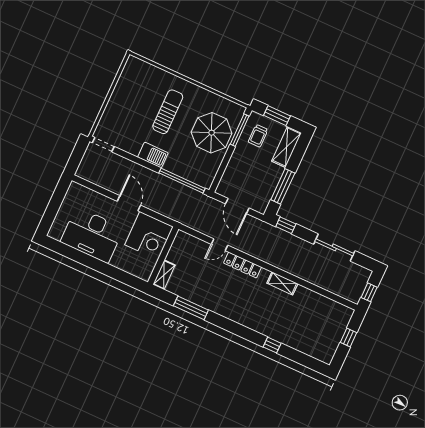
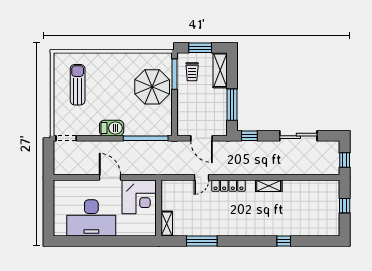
sun lounger: (168, 112) -> (78, 85), moved

